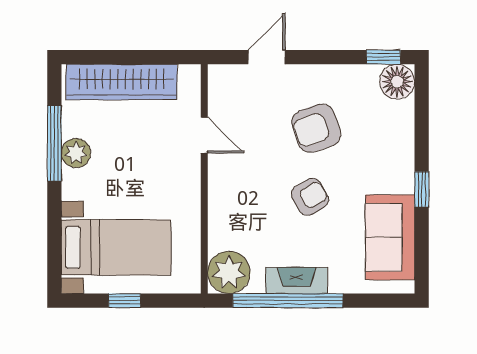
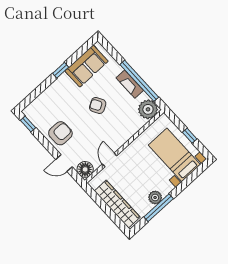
floor lamp: (397, 82) -> (85, 169), moved
armchair: (316, 128) -> (60, 133), moved, turned -71

